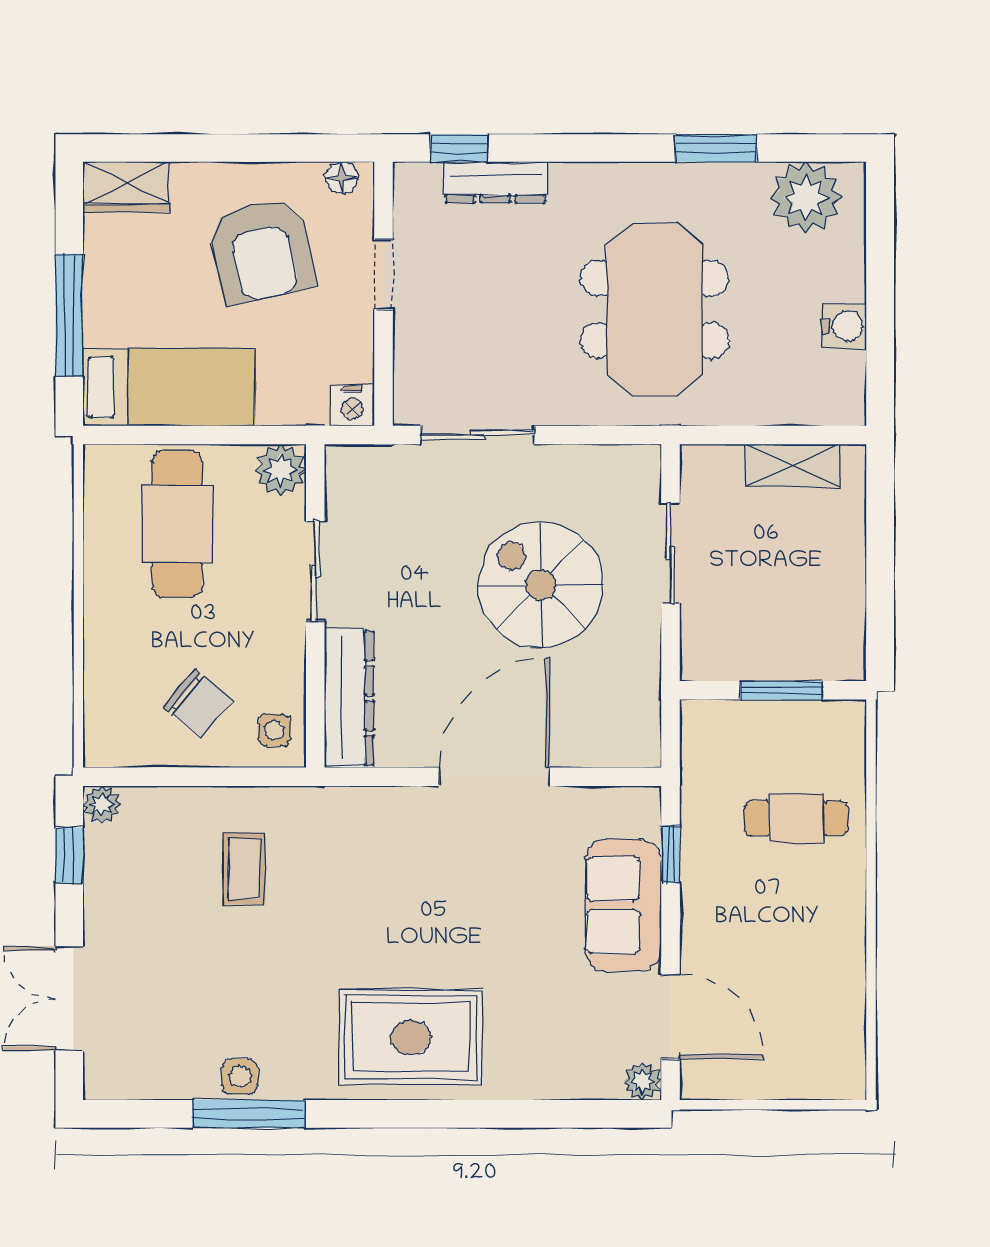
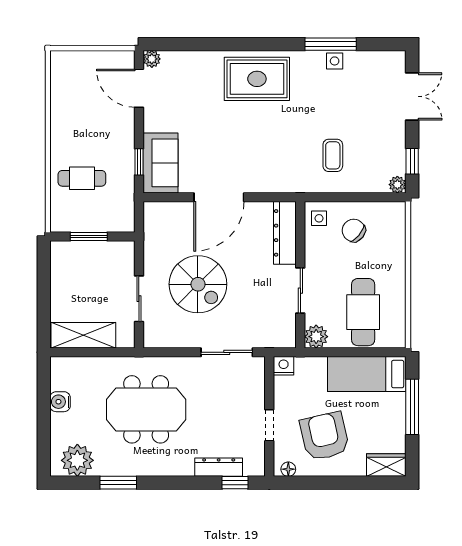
meeting table: (655, 309) -> (146, 409), turned 90
shelving: (793, 466) -> (83, 335), width x1.50, depth x1.33
sofa: (623, 905) -> (161, 163), moved

